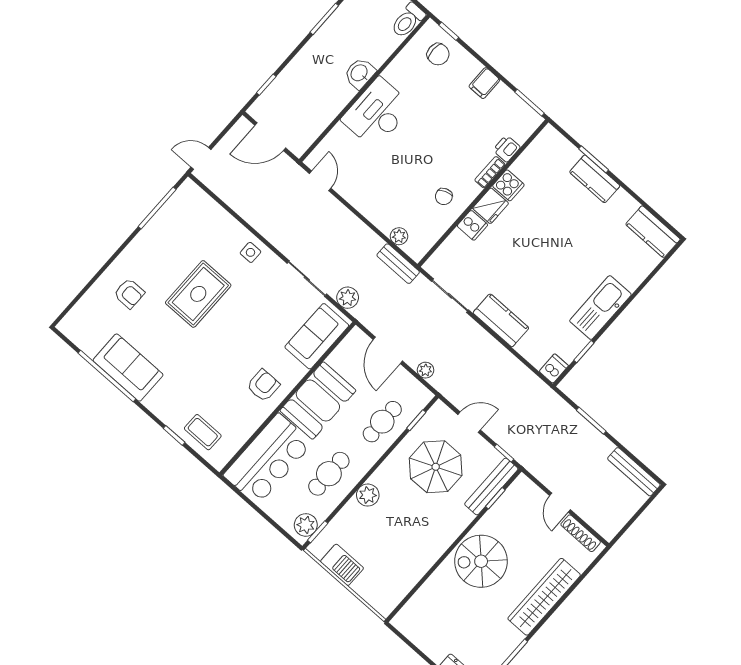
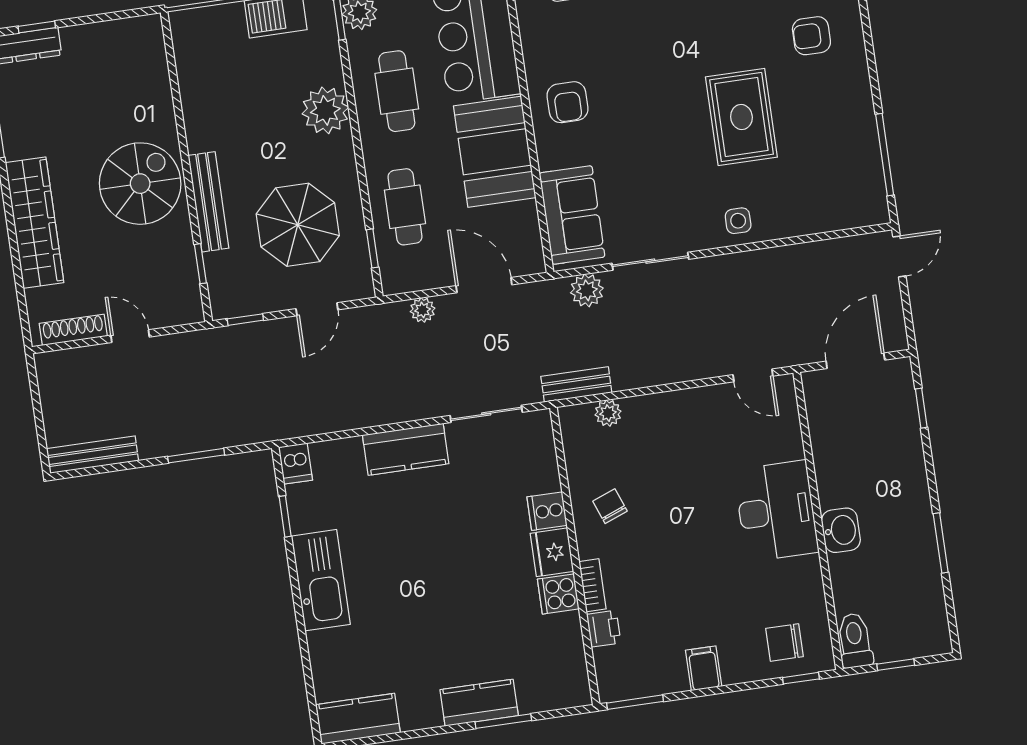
bench: (491, 486) -> (208, 202), moved
plant: (368, 495) -> (325, 110), width x1.36, depth x1.36

